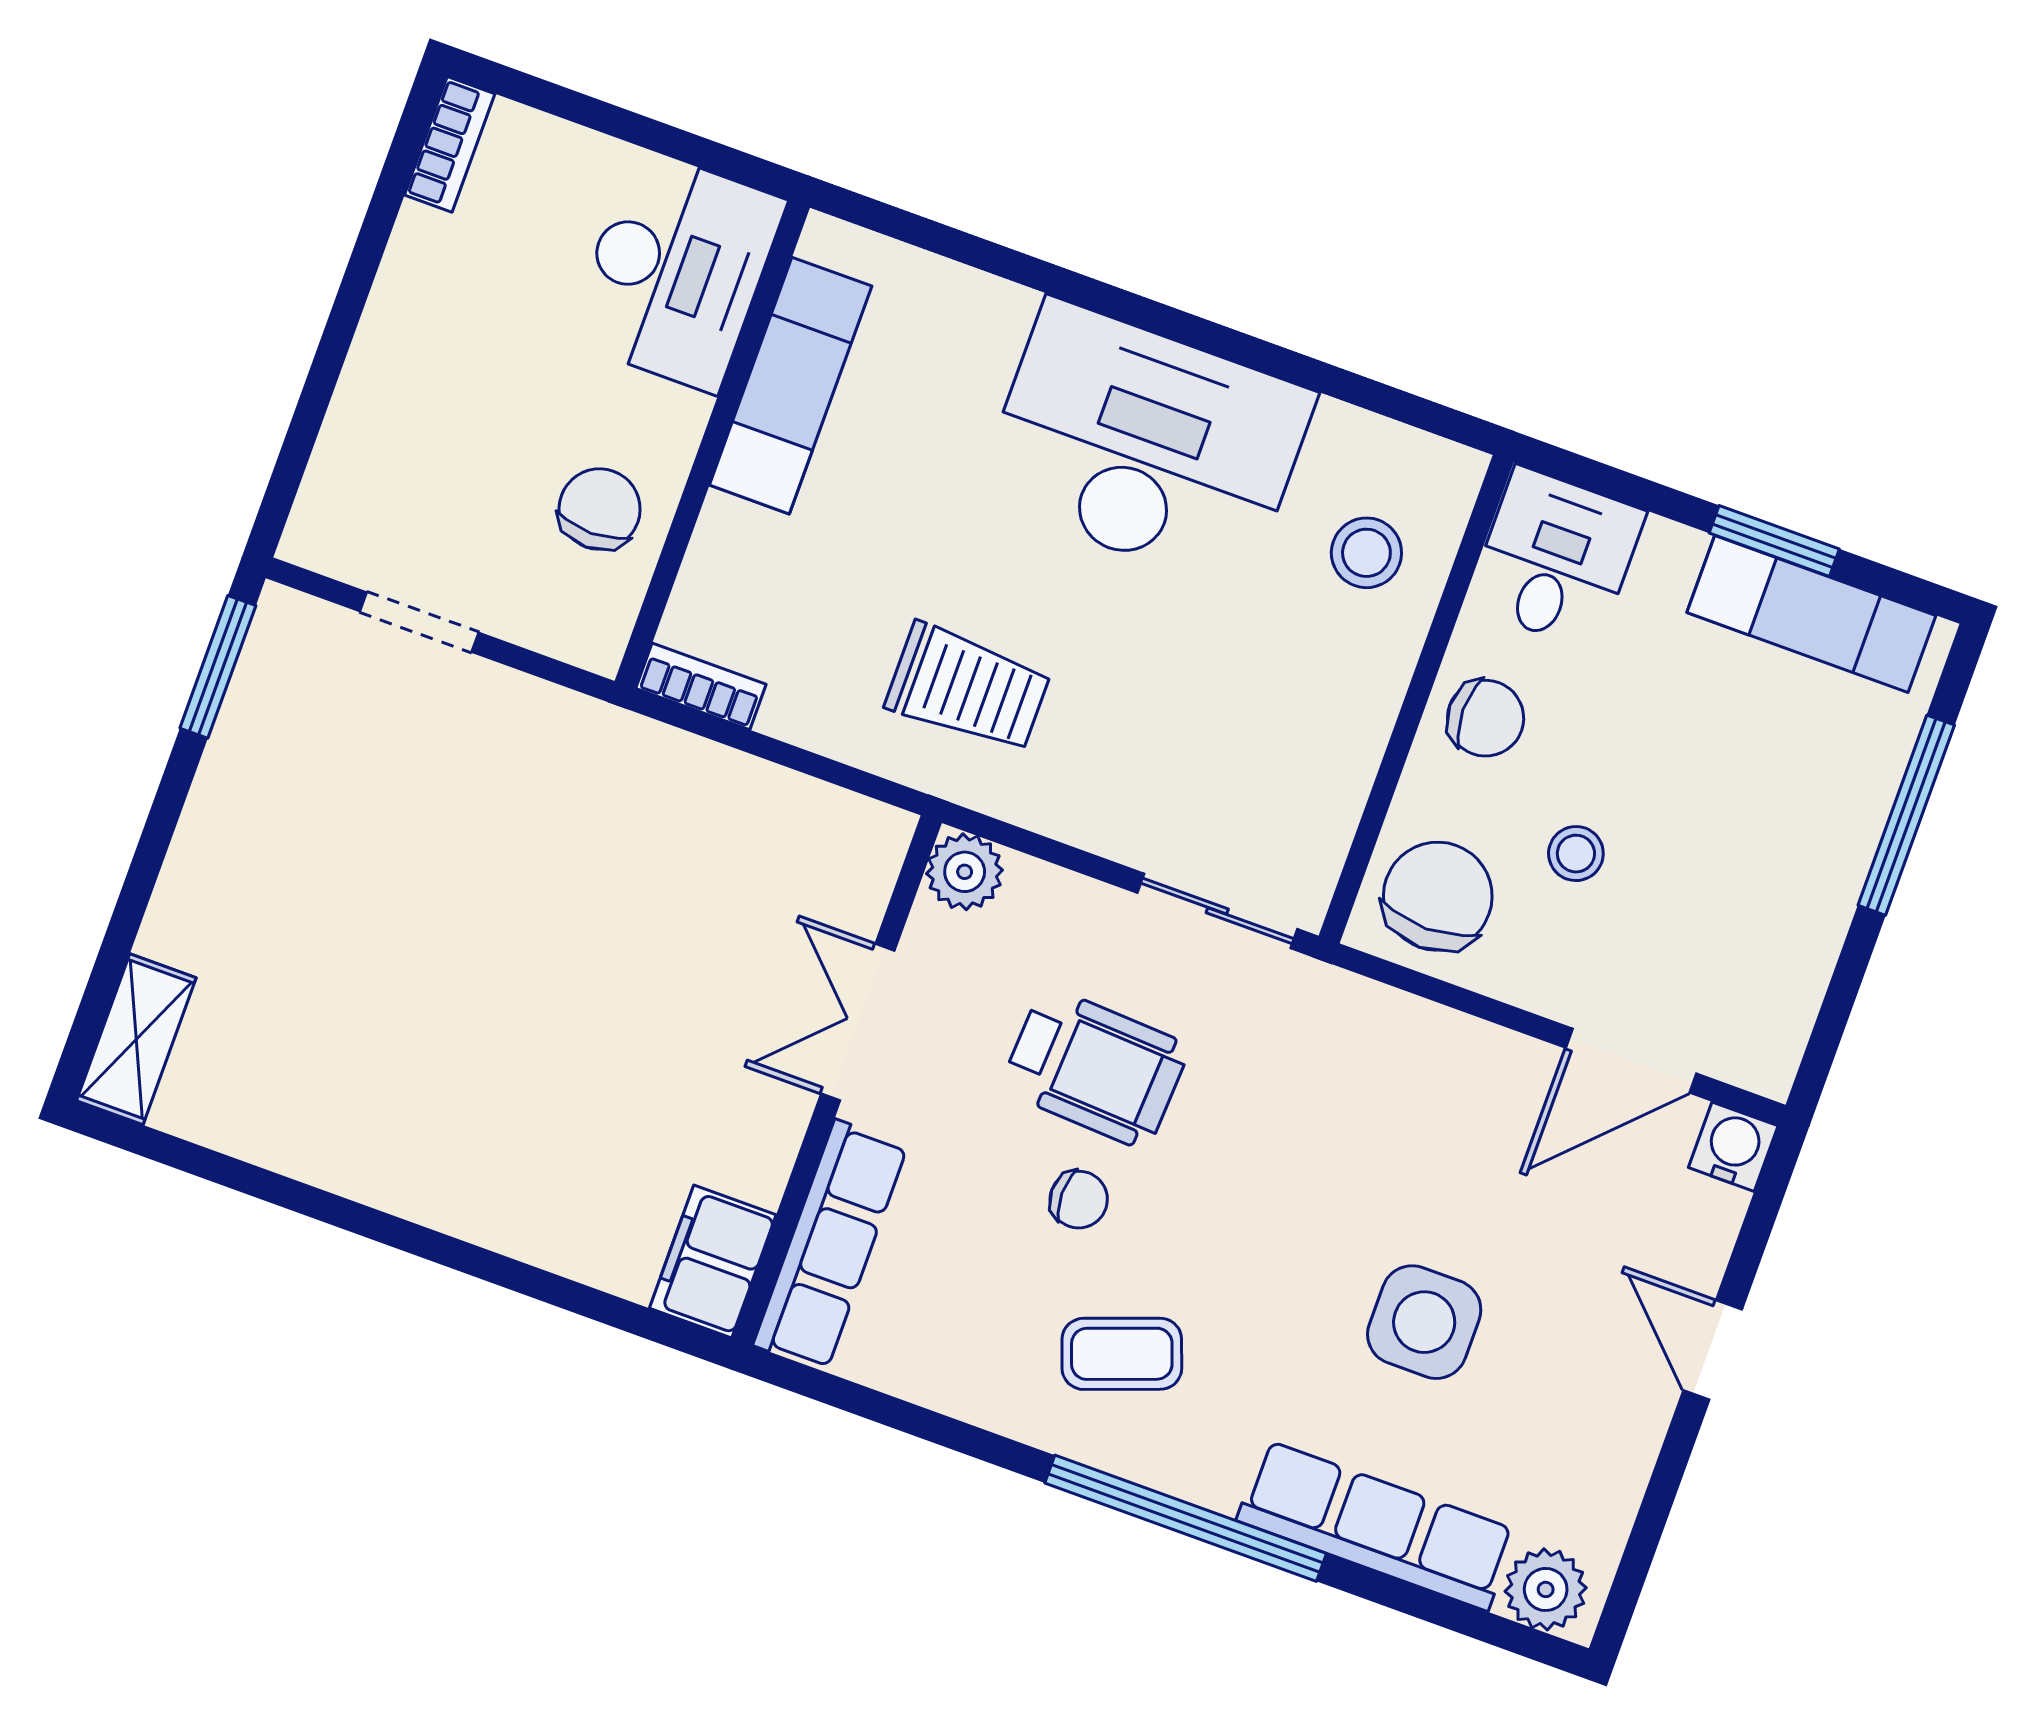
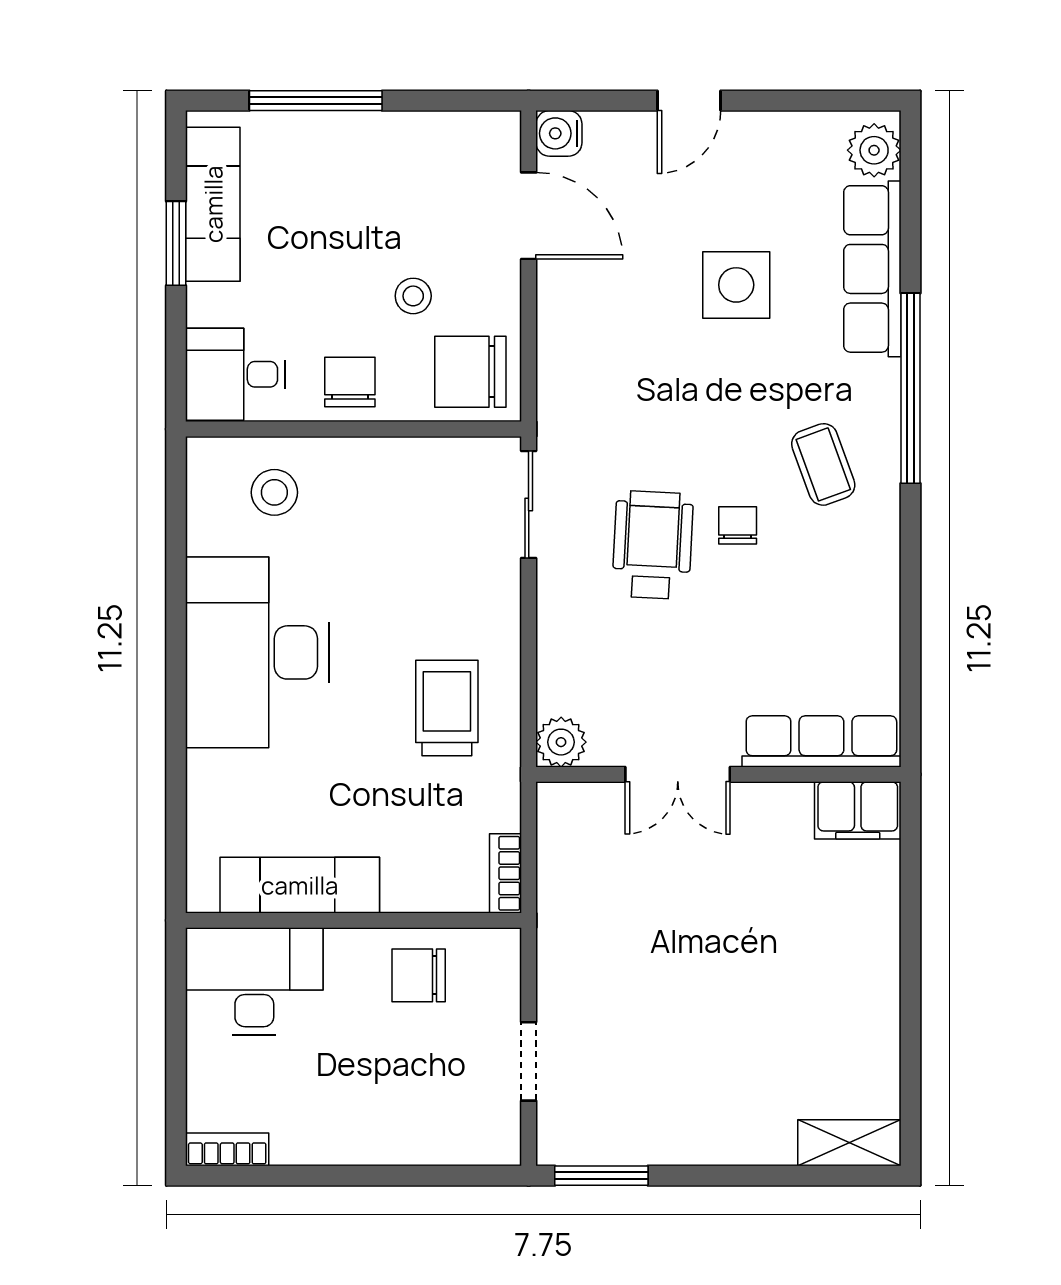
plant: (965, 872) -> (561, 742), moved
double door: (858, 1022) -> (678, 774), moved
wall: (837, 1081) -> (718, 774), moved
row of seats: (830, 1245) -> (821, 741), moved
filing cabinet: (713, 1262) -> (858, 810), moved

